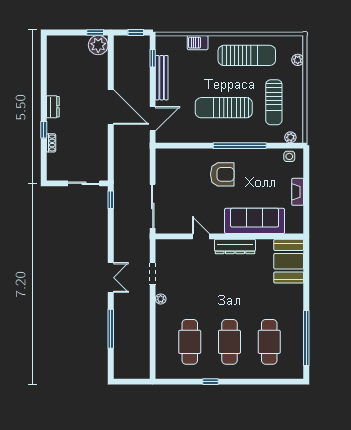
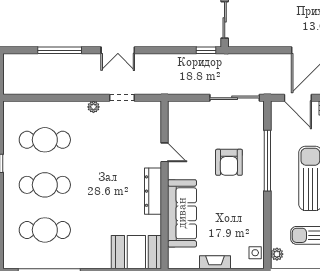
window: (240, 146) -> (267, 161), moved
armchair: (222, 174) -> (229, 162), moved
sliding door: (153, 206) -> (235, 98), moved
door: (201, 236) -> (164, 152), hinge flipped

